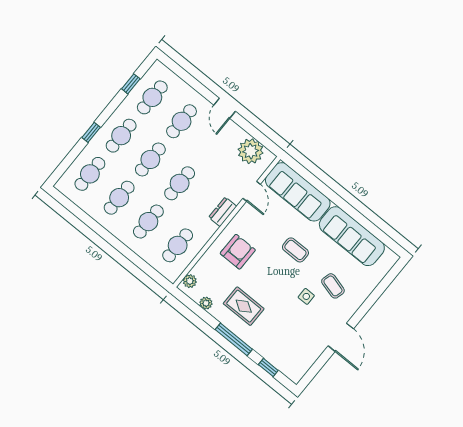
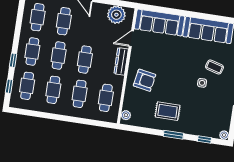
window: (131, 84) -> (9, 86), moved
door: (252, 191) -> (131, 39), swing flipped
dresser: (223, 212) -> (121, 61), width x1.44
coffee table: (295, 250) -> (179, 59), removed
armchair: (238, 252) -> (145, 80), turned 100
plant: (206, 303) -> (224, 135), moved
window: (234, 339) -> (173, 135), width x0.69

